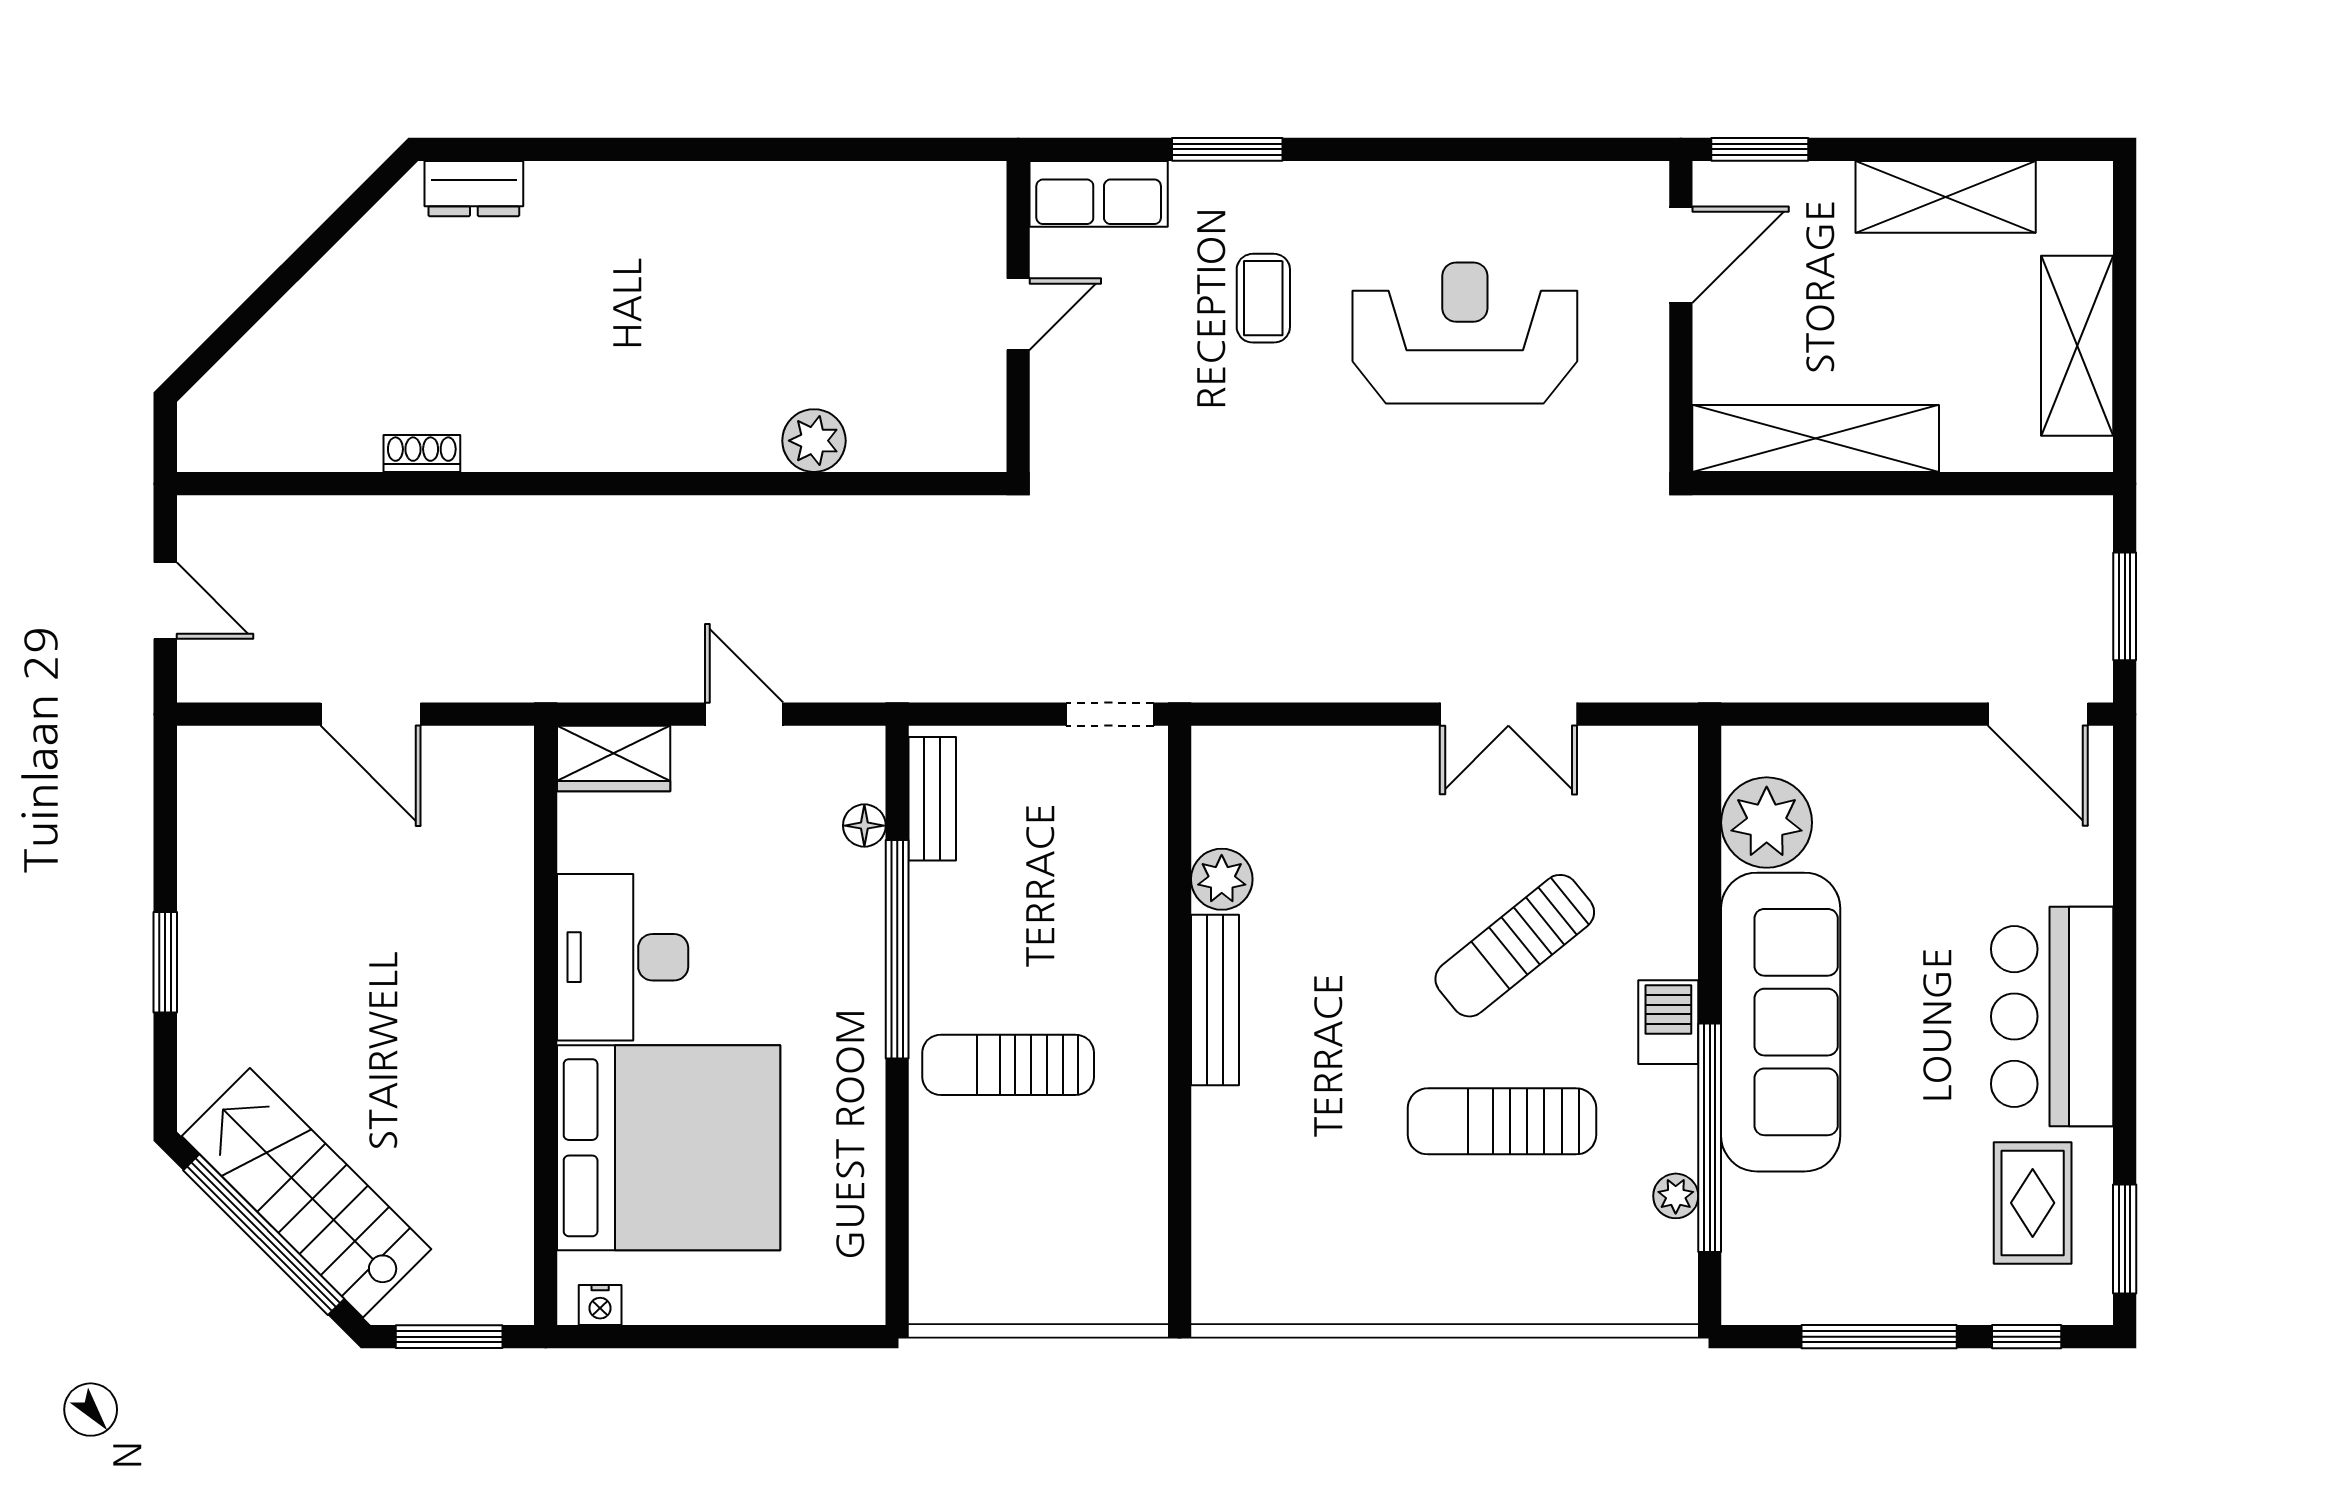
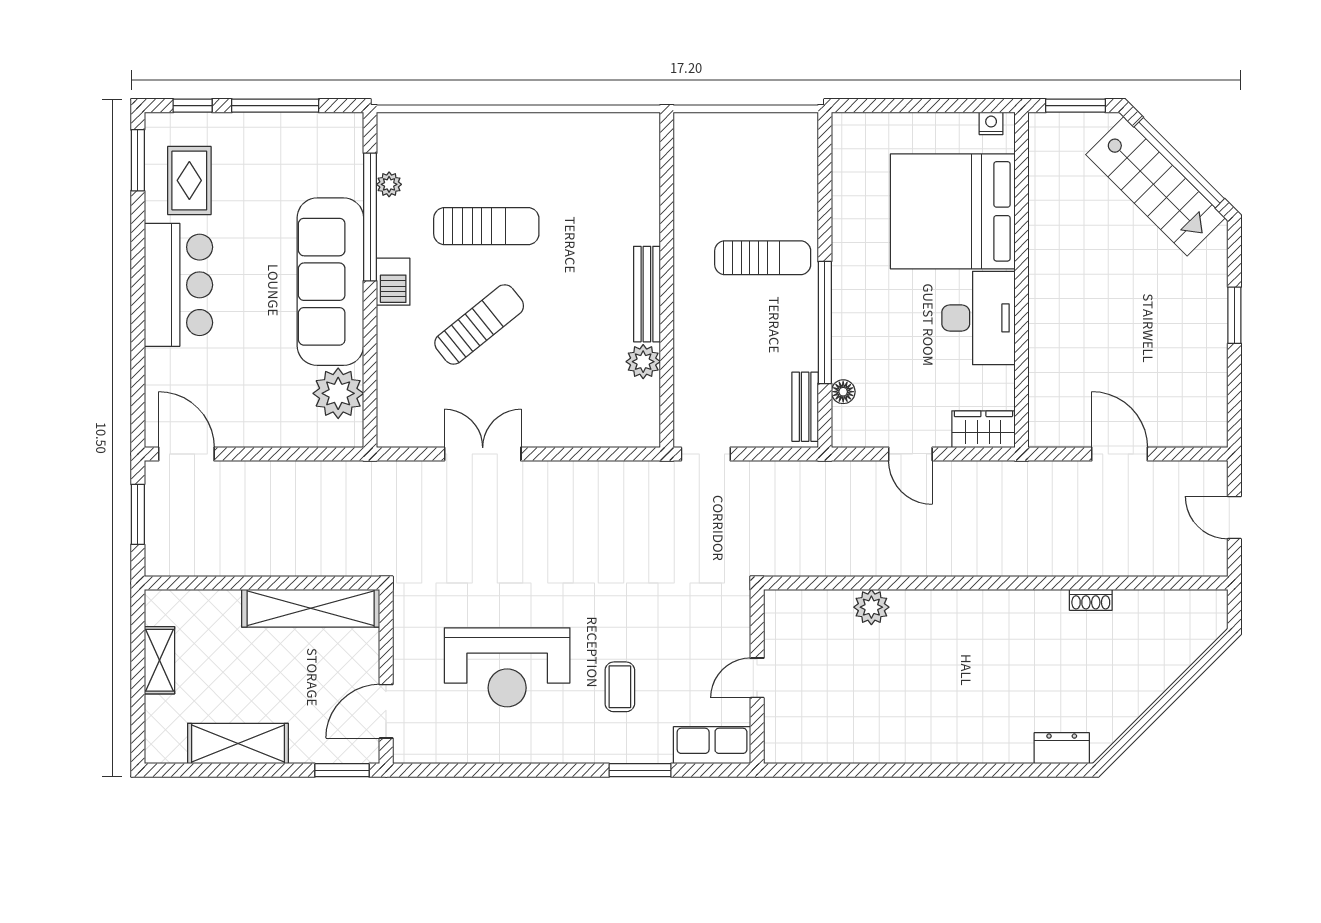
shelving: (2077, 346) -> (159, 660), width x0.67, depth x0.75

